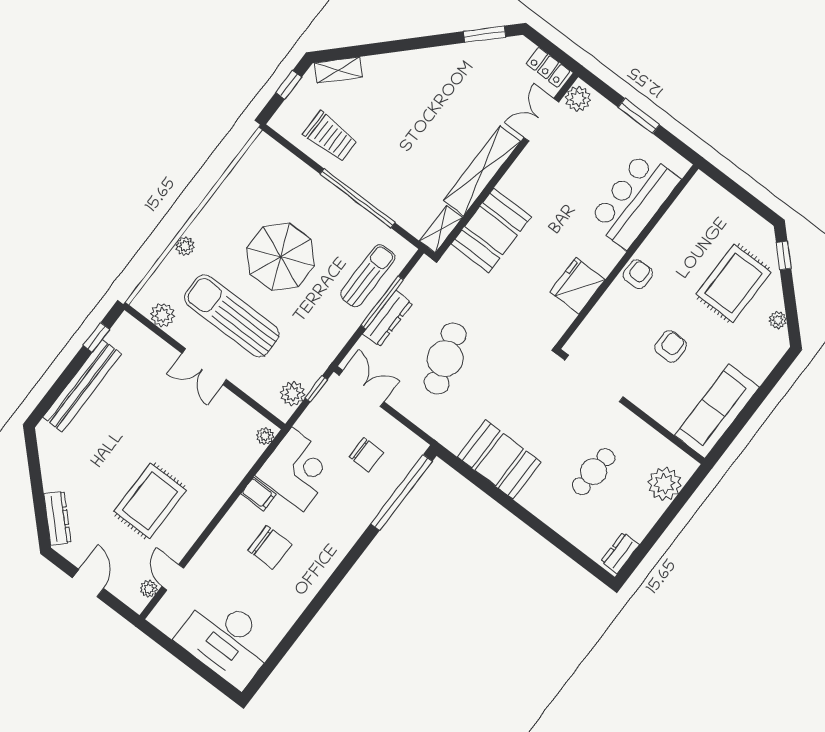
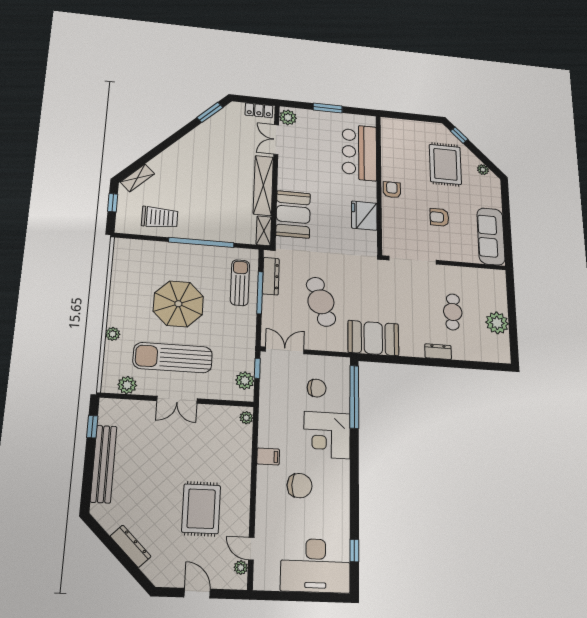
dresser: (388, 319) -> (271, 276), moved
armchair: (671, 346) -> (439, 217), turned -90
booth: (499, 460) -> (373, 338), moved
corner desk: (298, 469) -> (327, 435), moved, turned 180
plant: (665, 484) -> (497, 323), moved
dresser: (57, 518) -> (131, 546), moved
dresser: (620, 553) -> (438, 352), moved, turned 90
window: (278, 654) -> (354, 551), added

